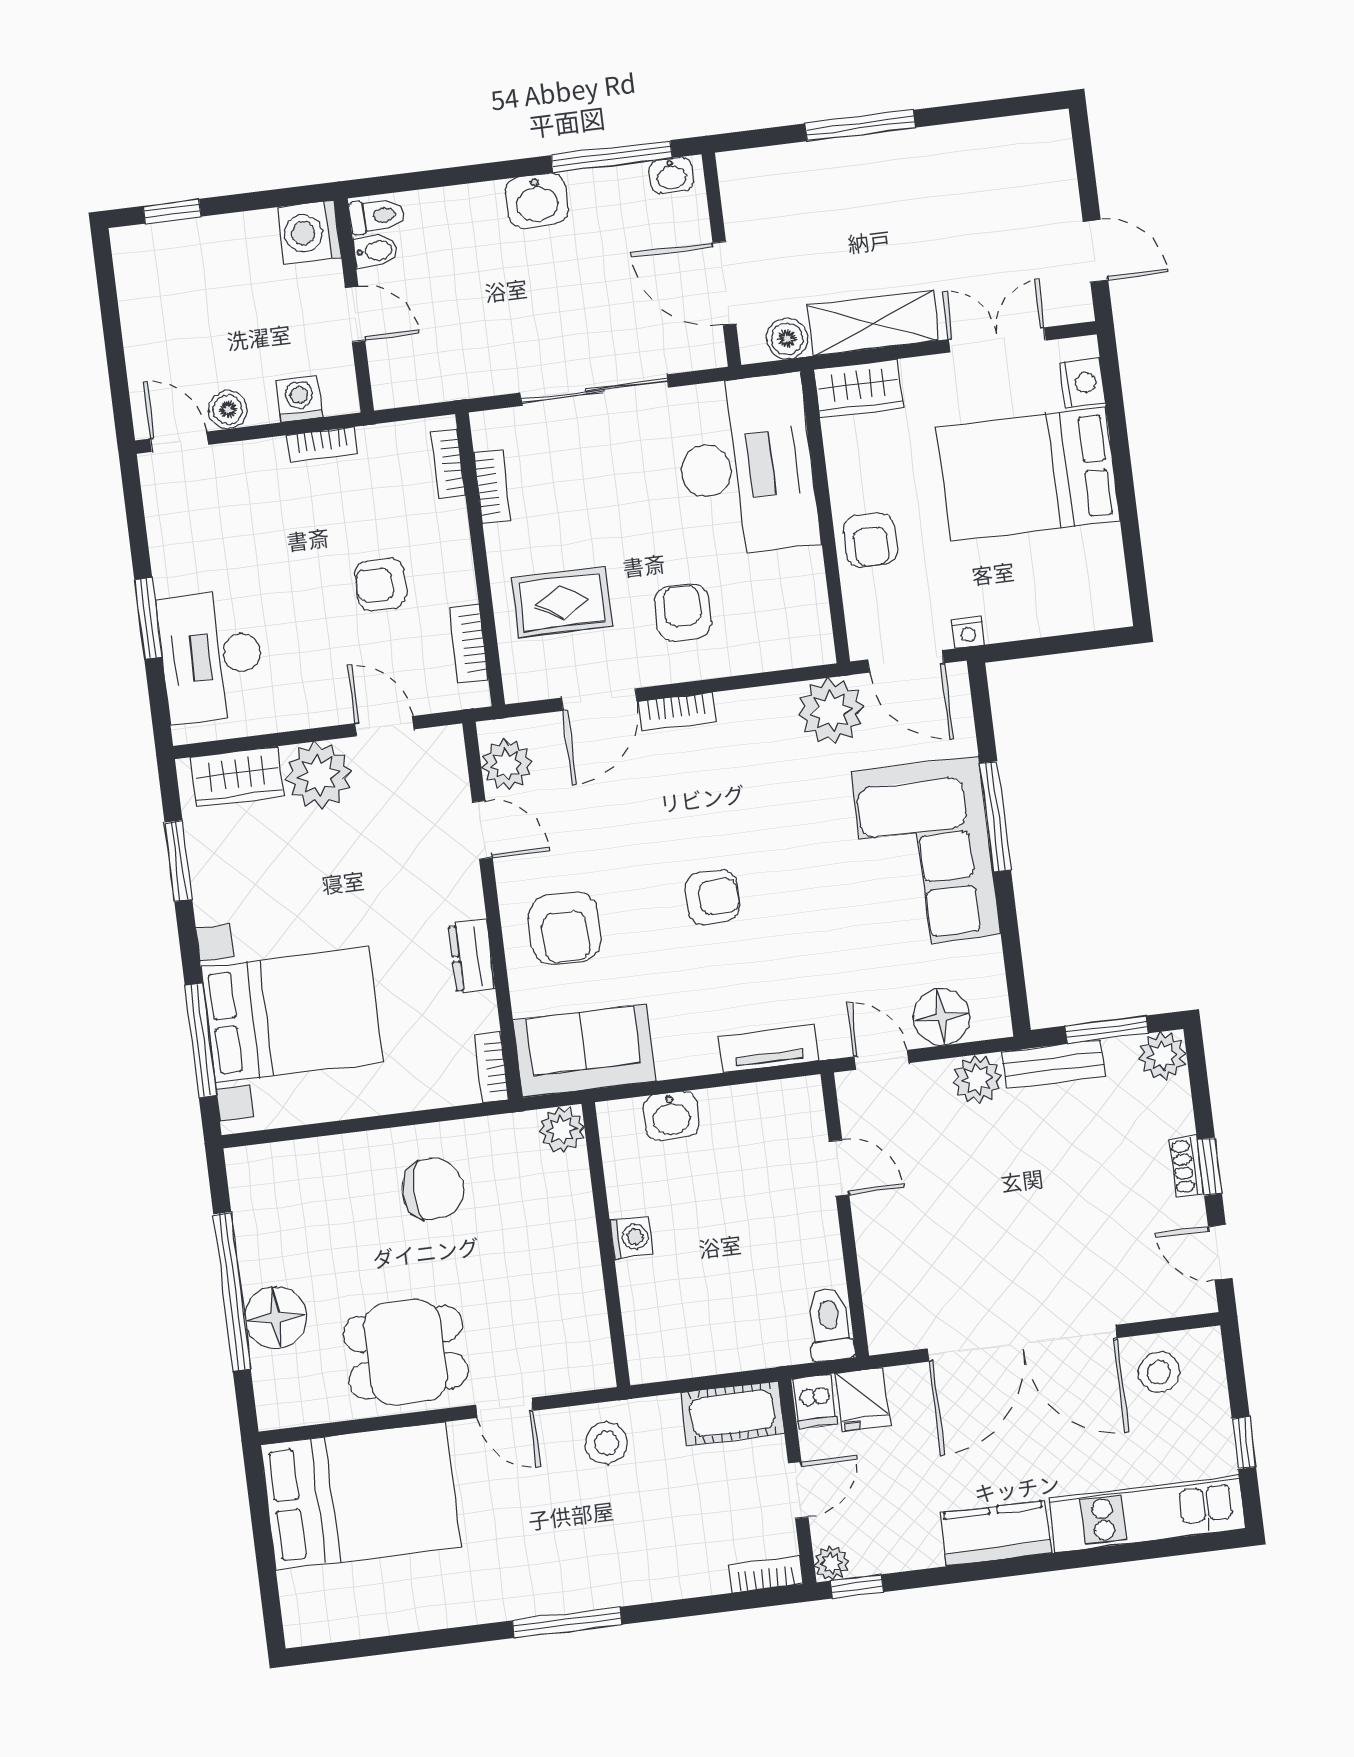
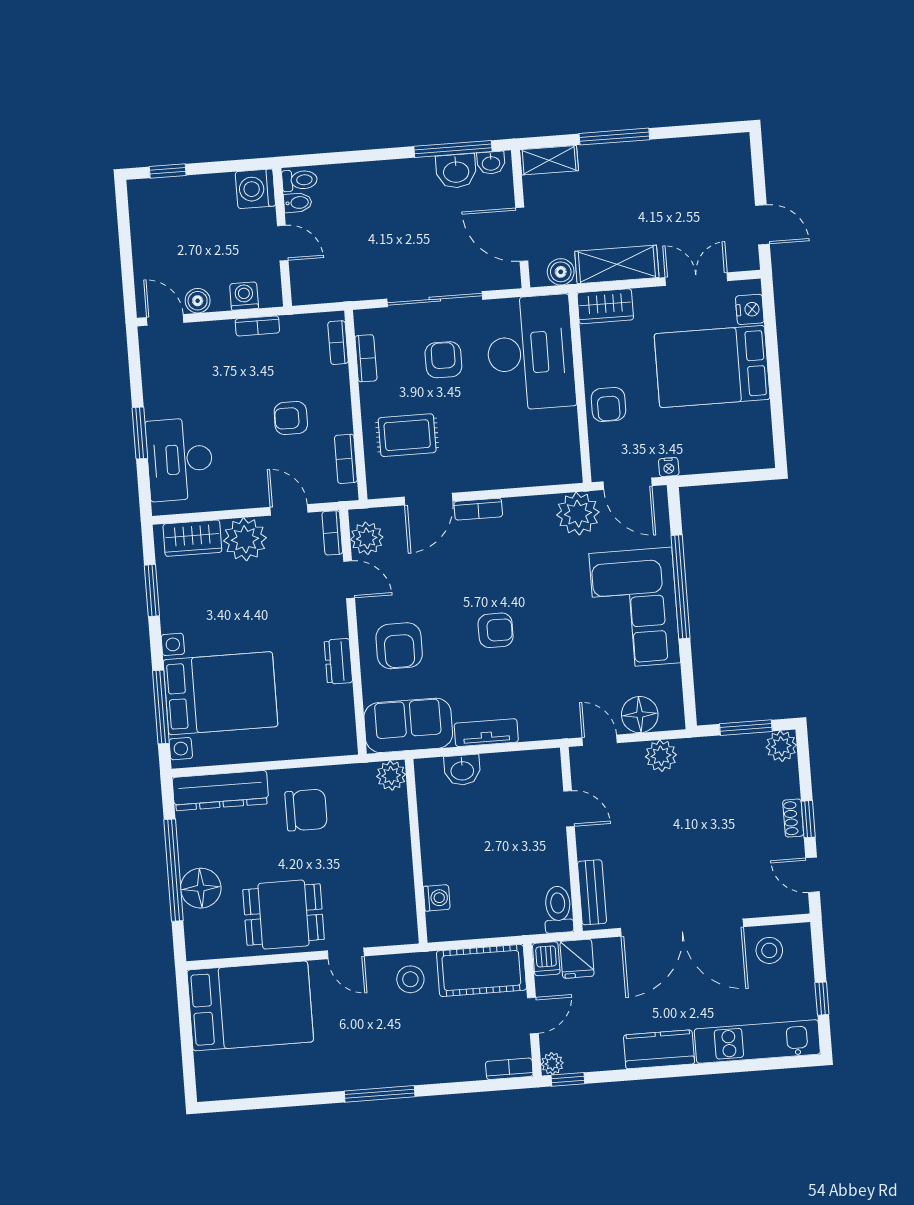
shelving: (761, 167) -> (549, 160), added
washbasin: (537, 201) -> (456, 171), moved
armchair: (683, 613) -> (443, 360), moved
window: (995, 817) -> (680, 587), width x1.46
tv unit: (768, 1048) -> (486, 733), moved
bench: (1054, 1064) -> (592, 892), moved, turned 90
bookcase: (491, 1067) -> (332, 533), moved
dresser: (299, 1165) -> (220, 791), added
washing machine: (631, 1237) -> (437, 898), moved
cot: (732, 1413) -> (481, 970), width x1.37, depth x1.34

